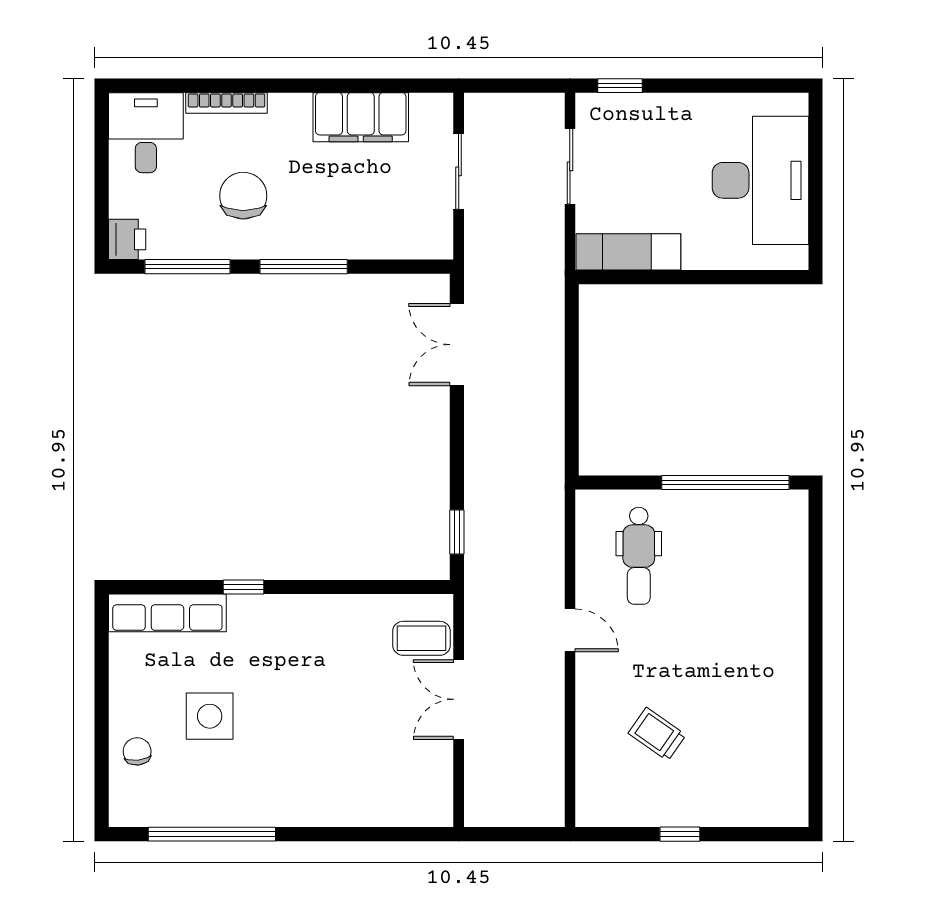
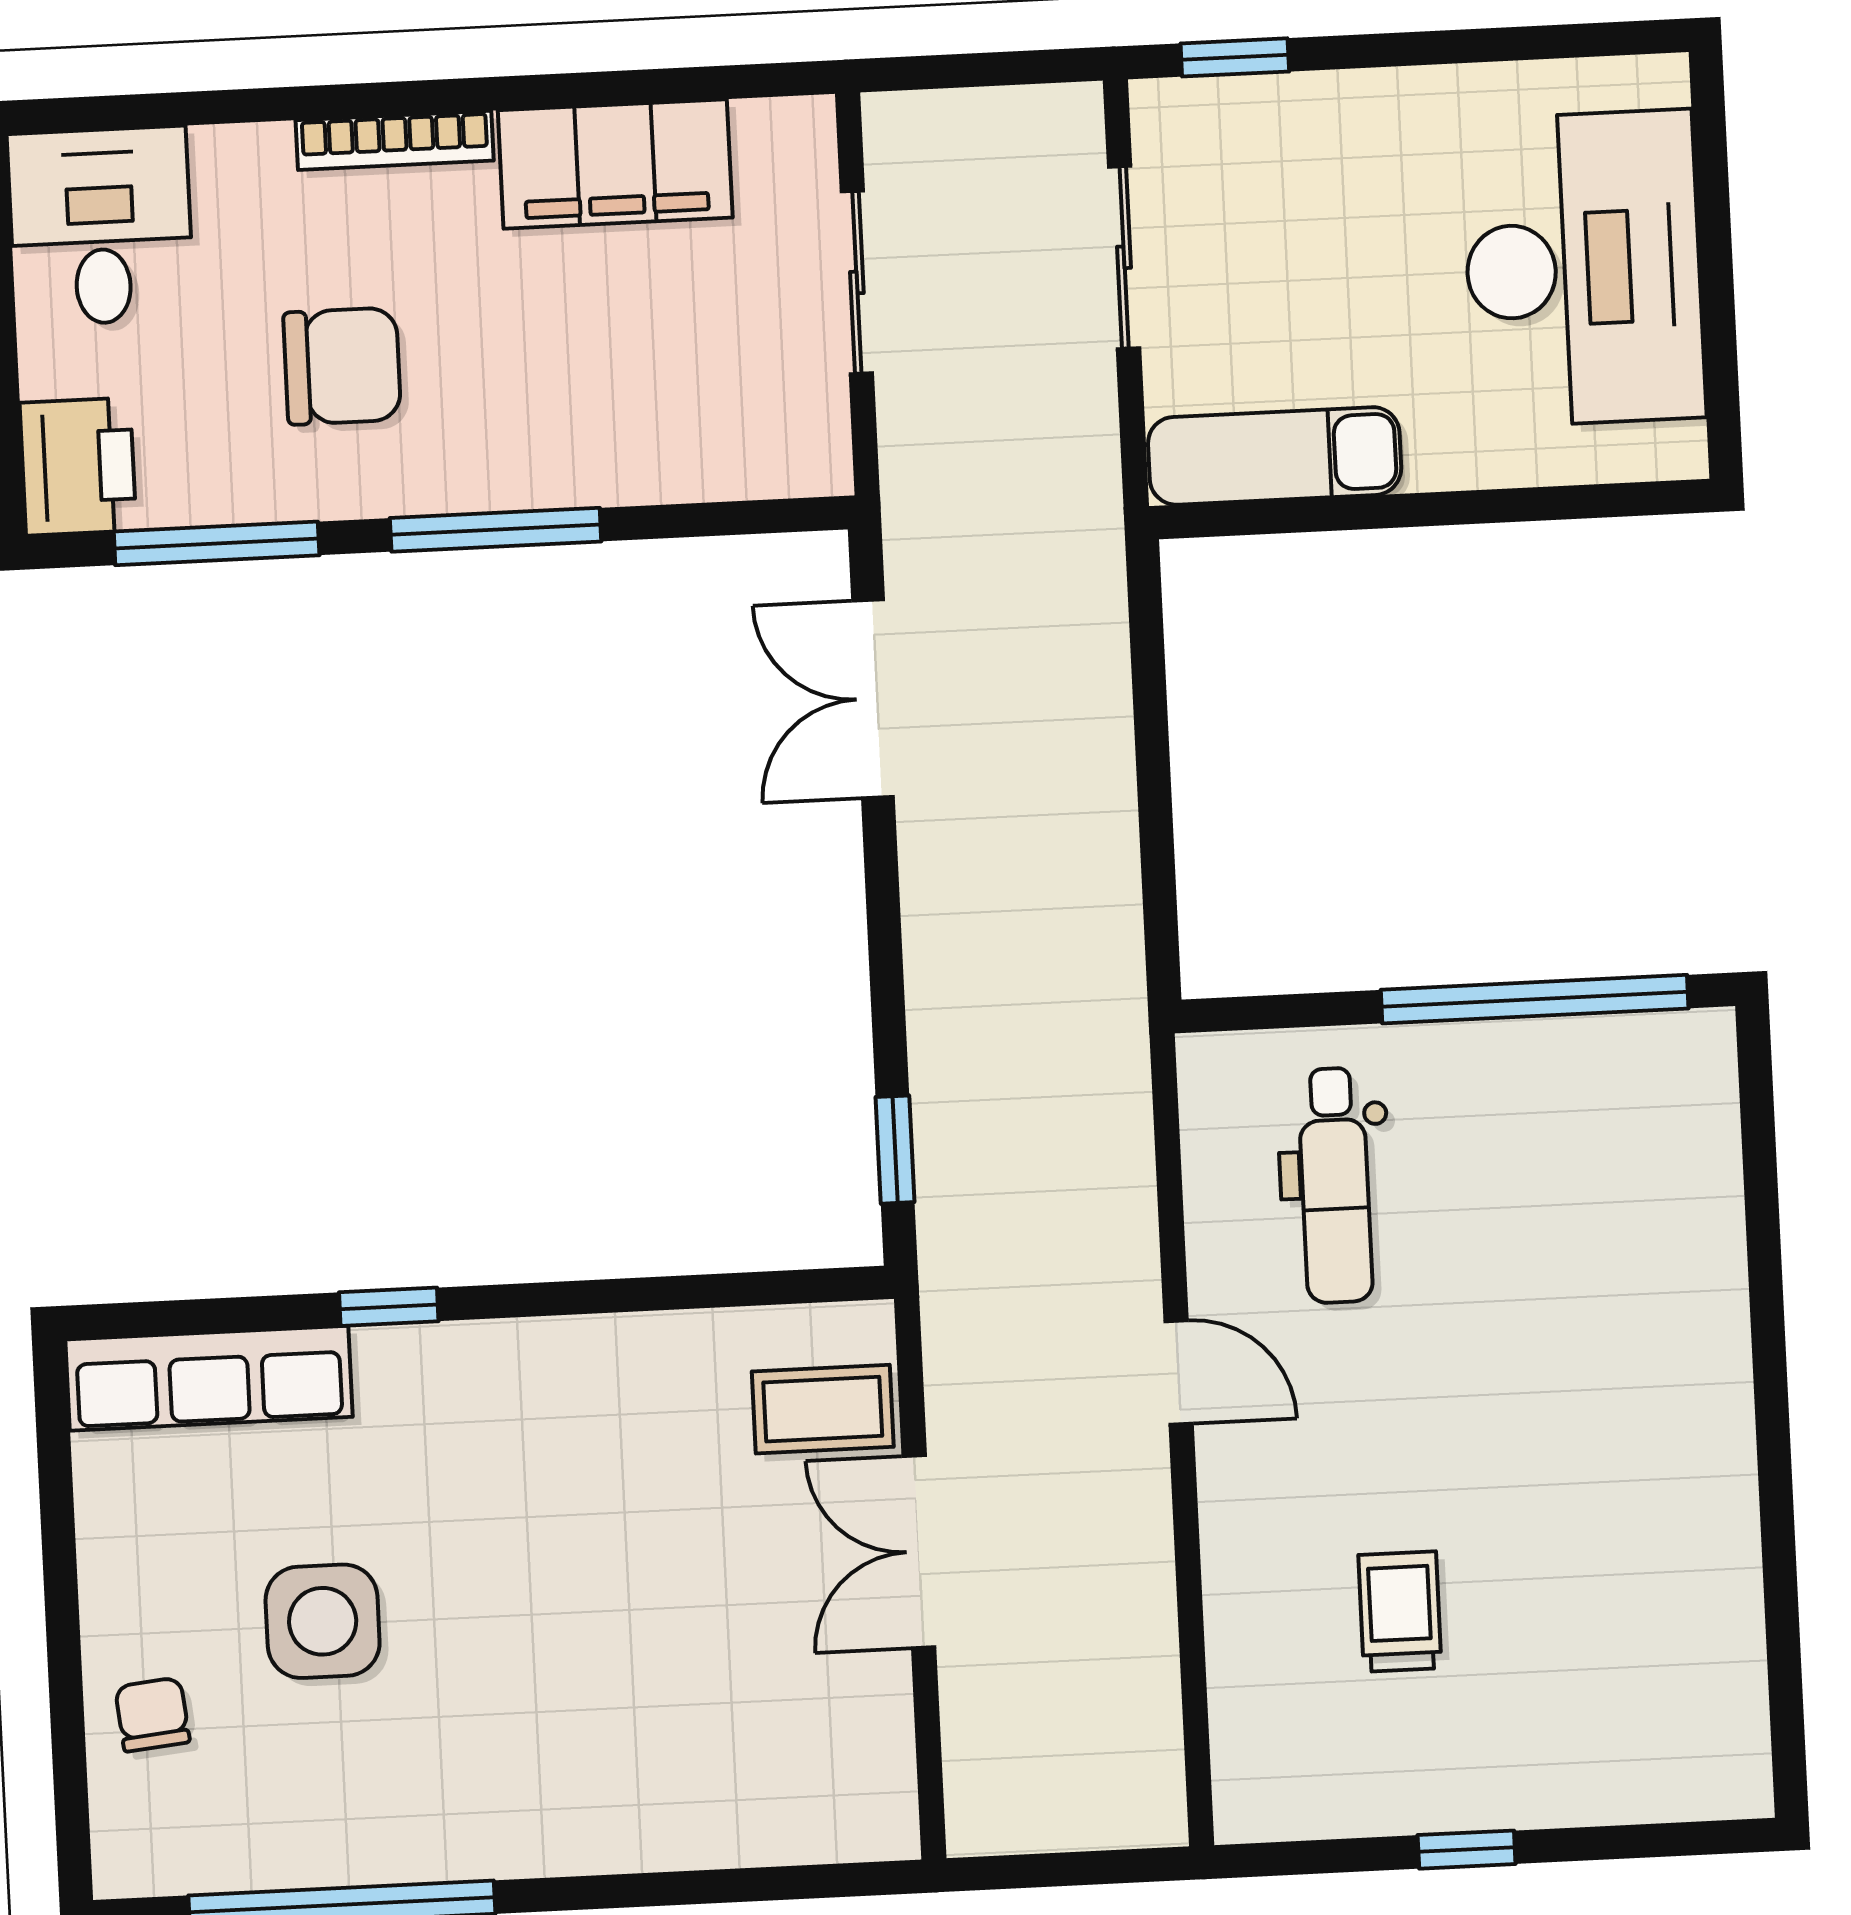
bookcase: (227, 103) -> (395, 140), moved
chair: (243, 196) -> (342, 366), turned 90
printer: (127, 239) -> (78, 467), width x1.36, depth x1.24
trolley: (657, 734) -> (1400, 1612), turned 55

